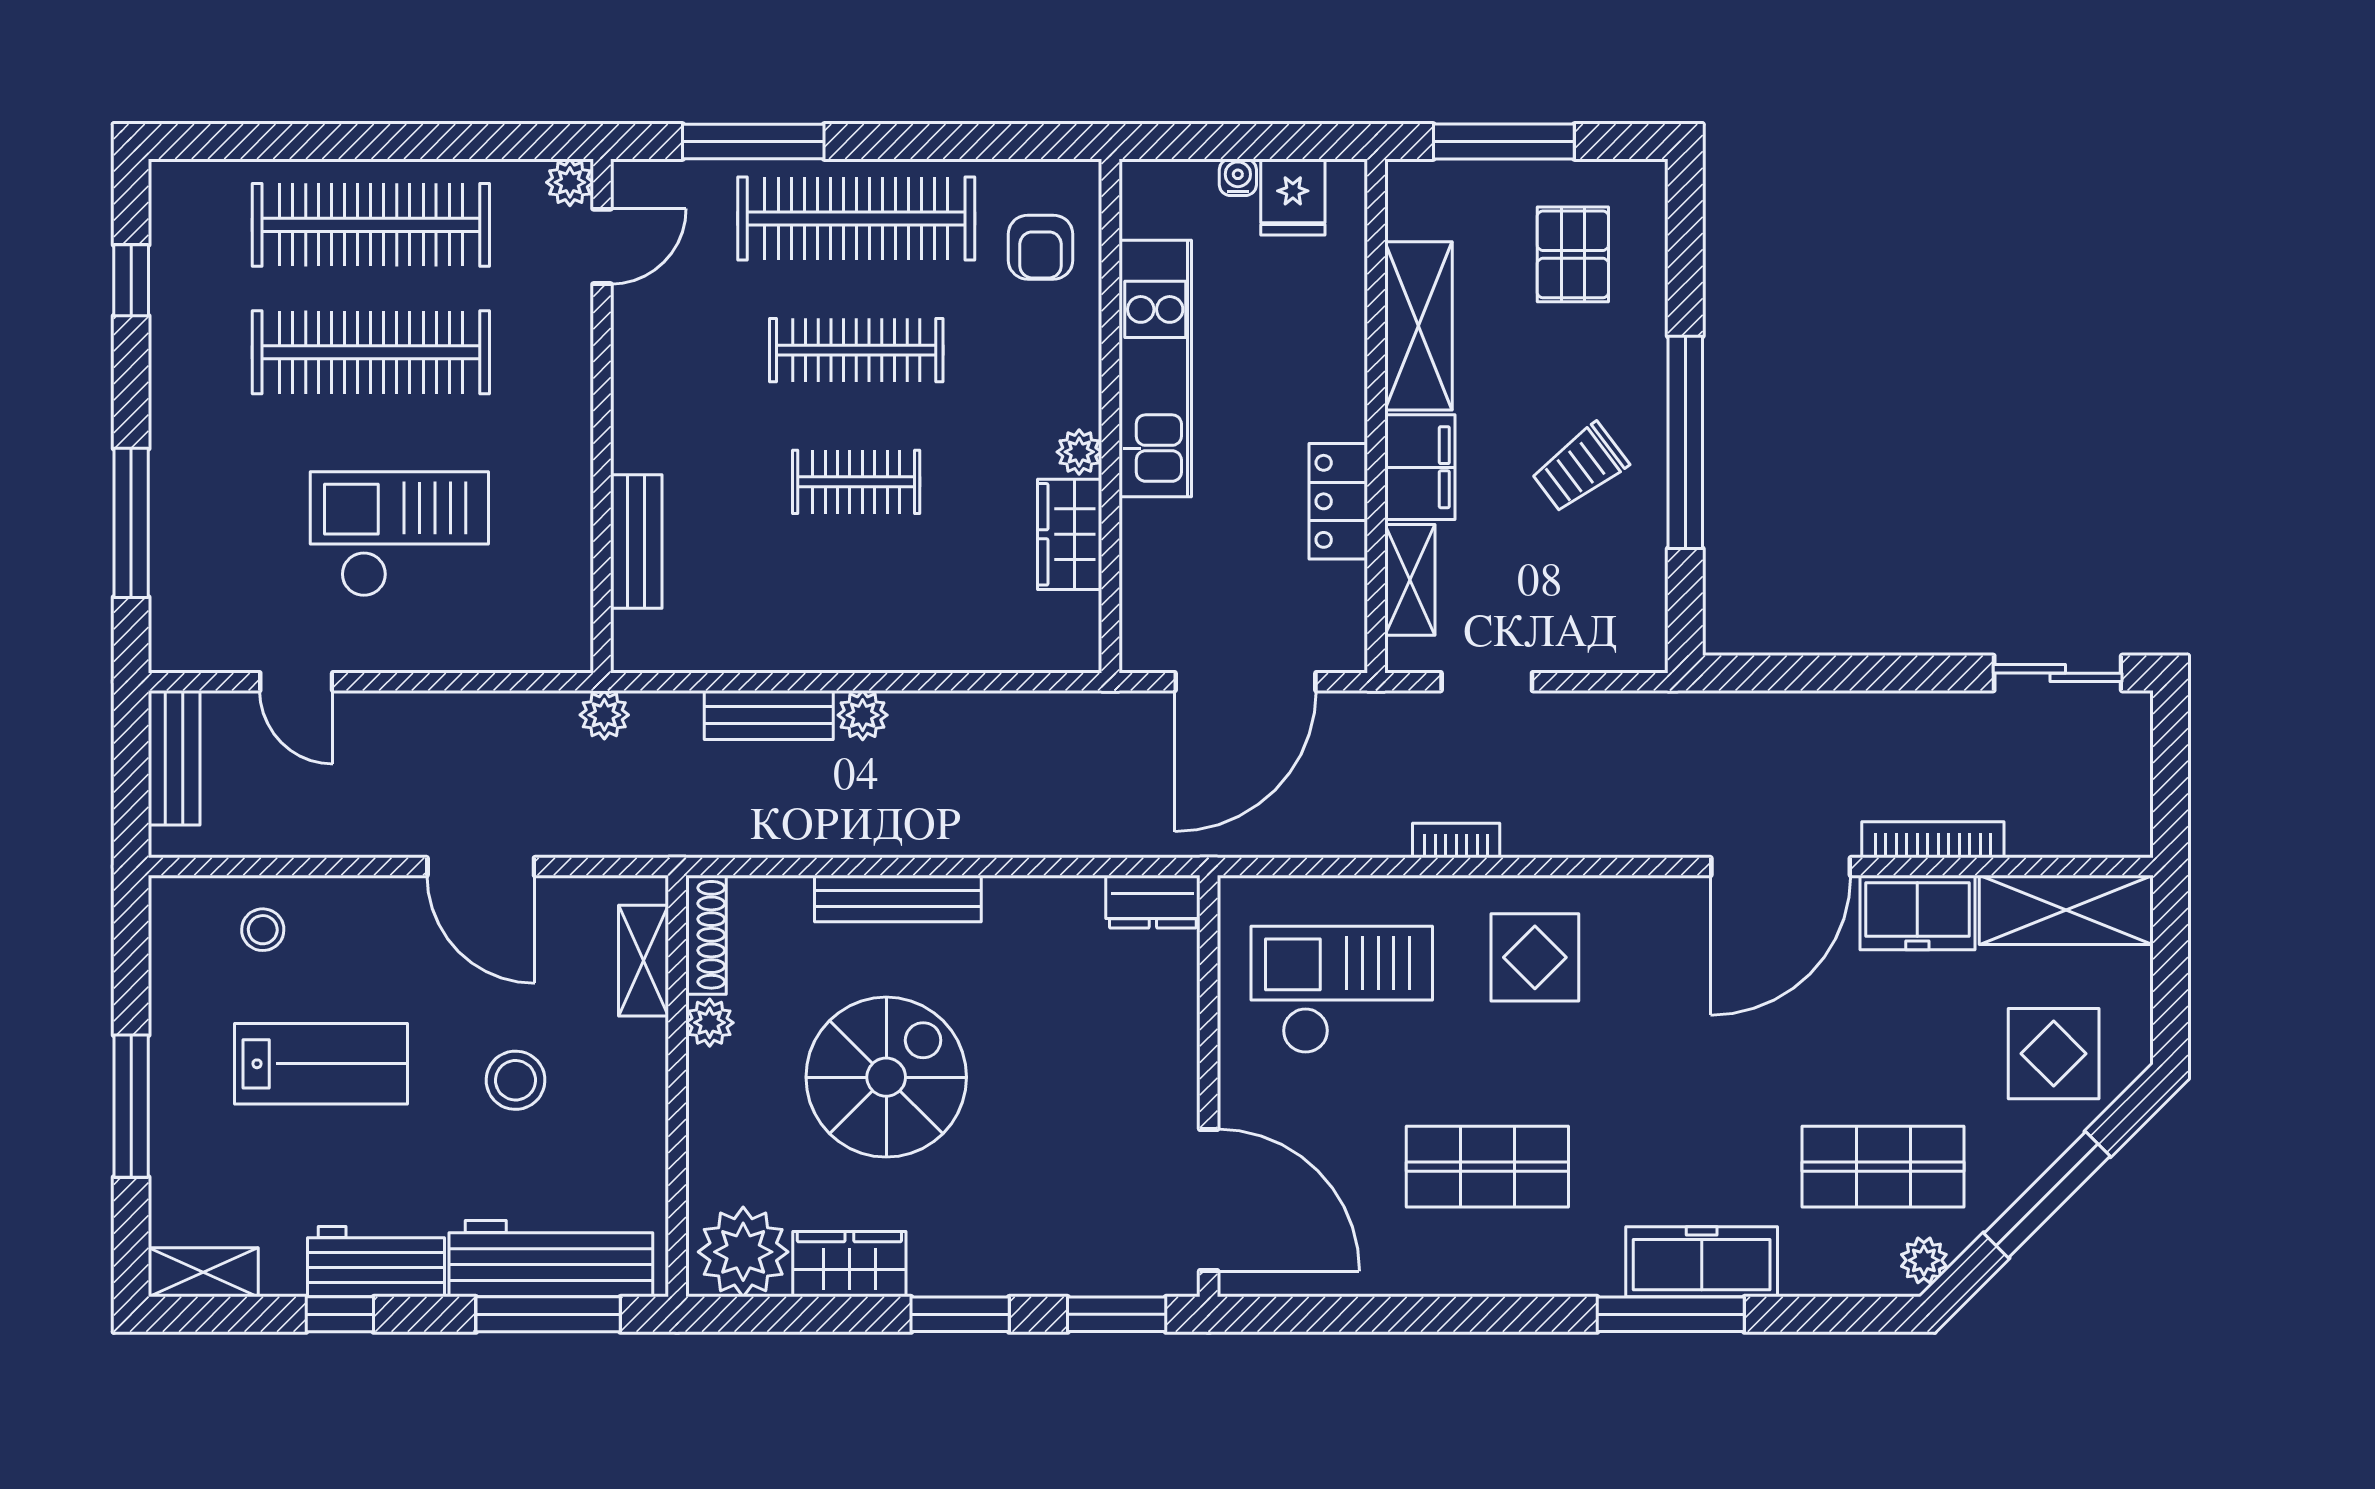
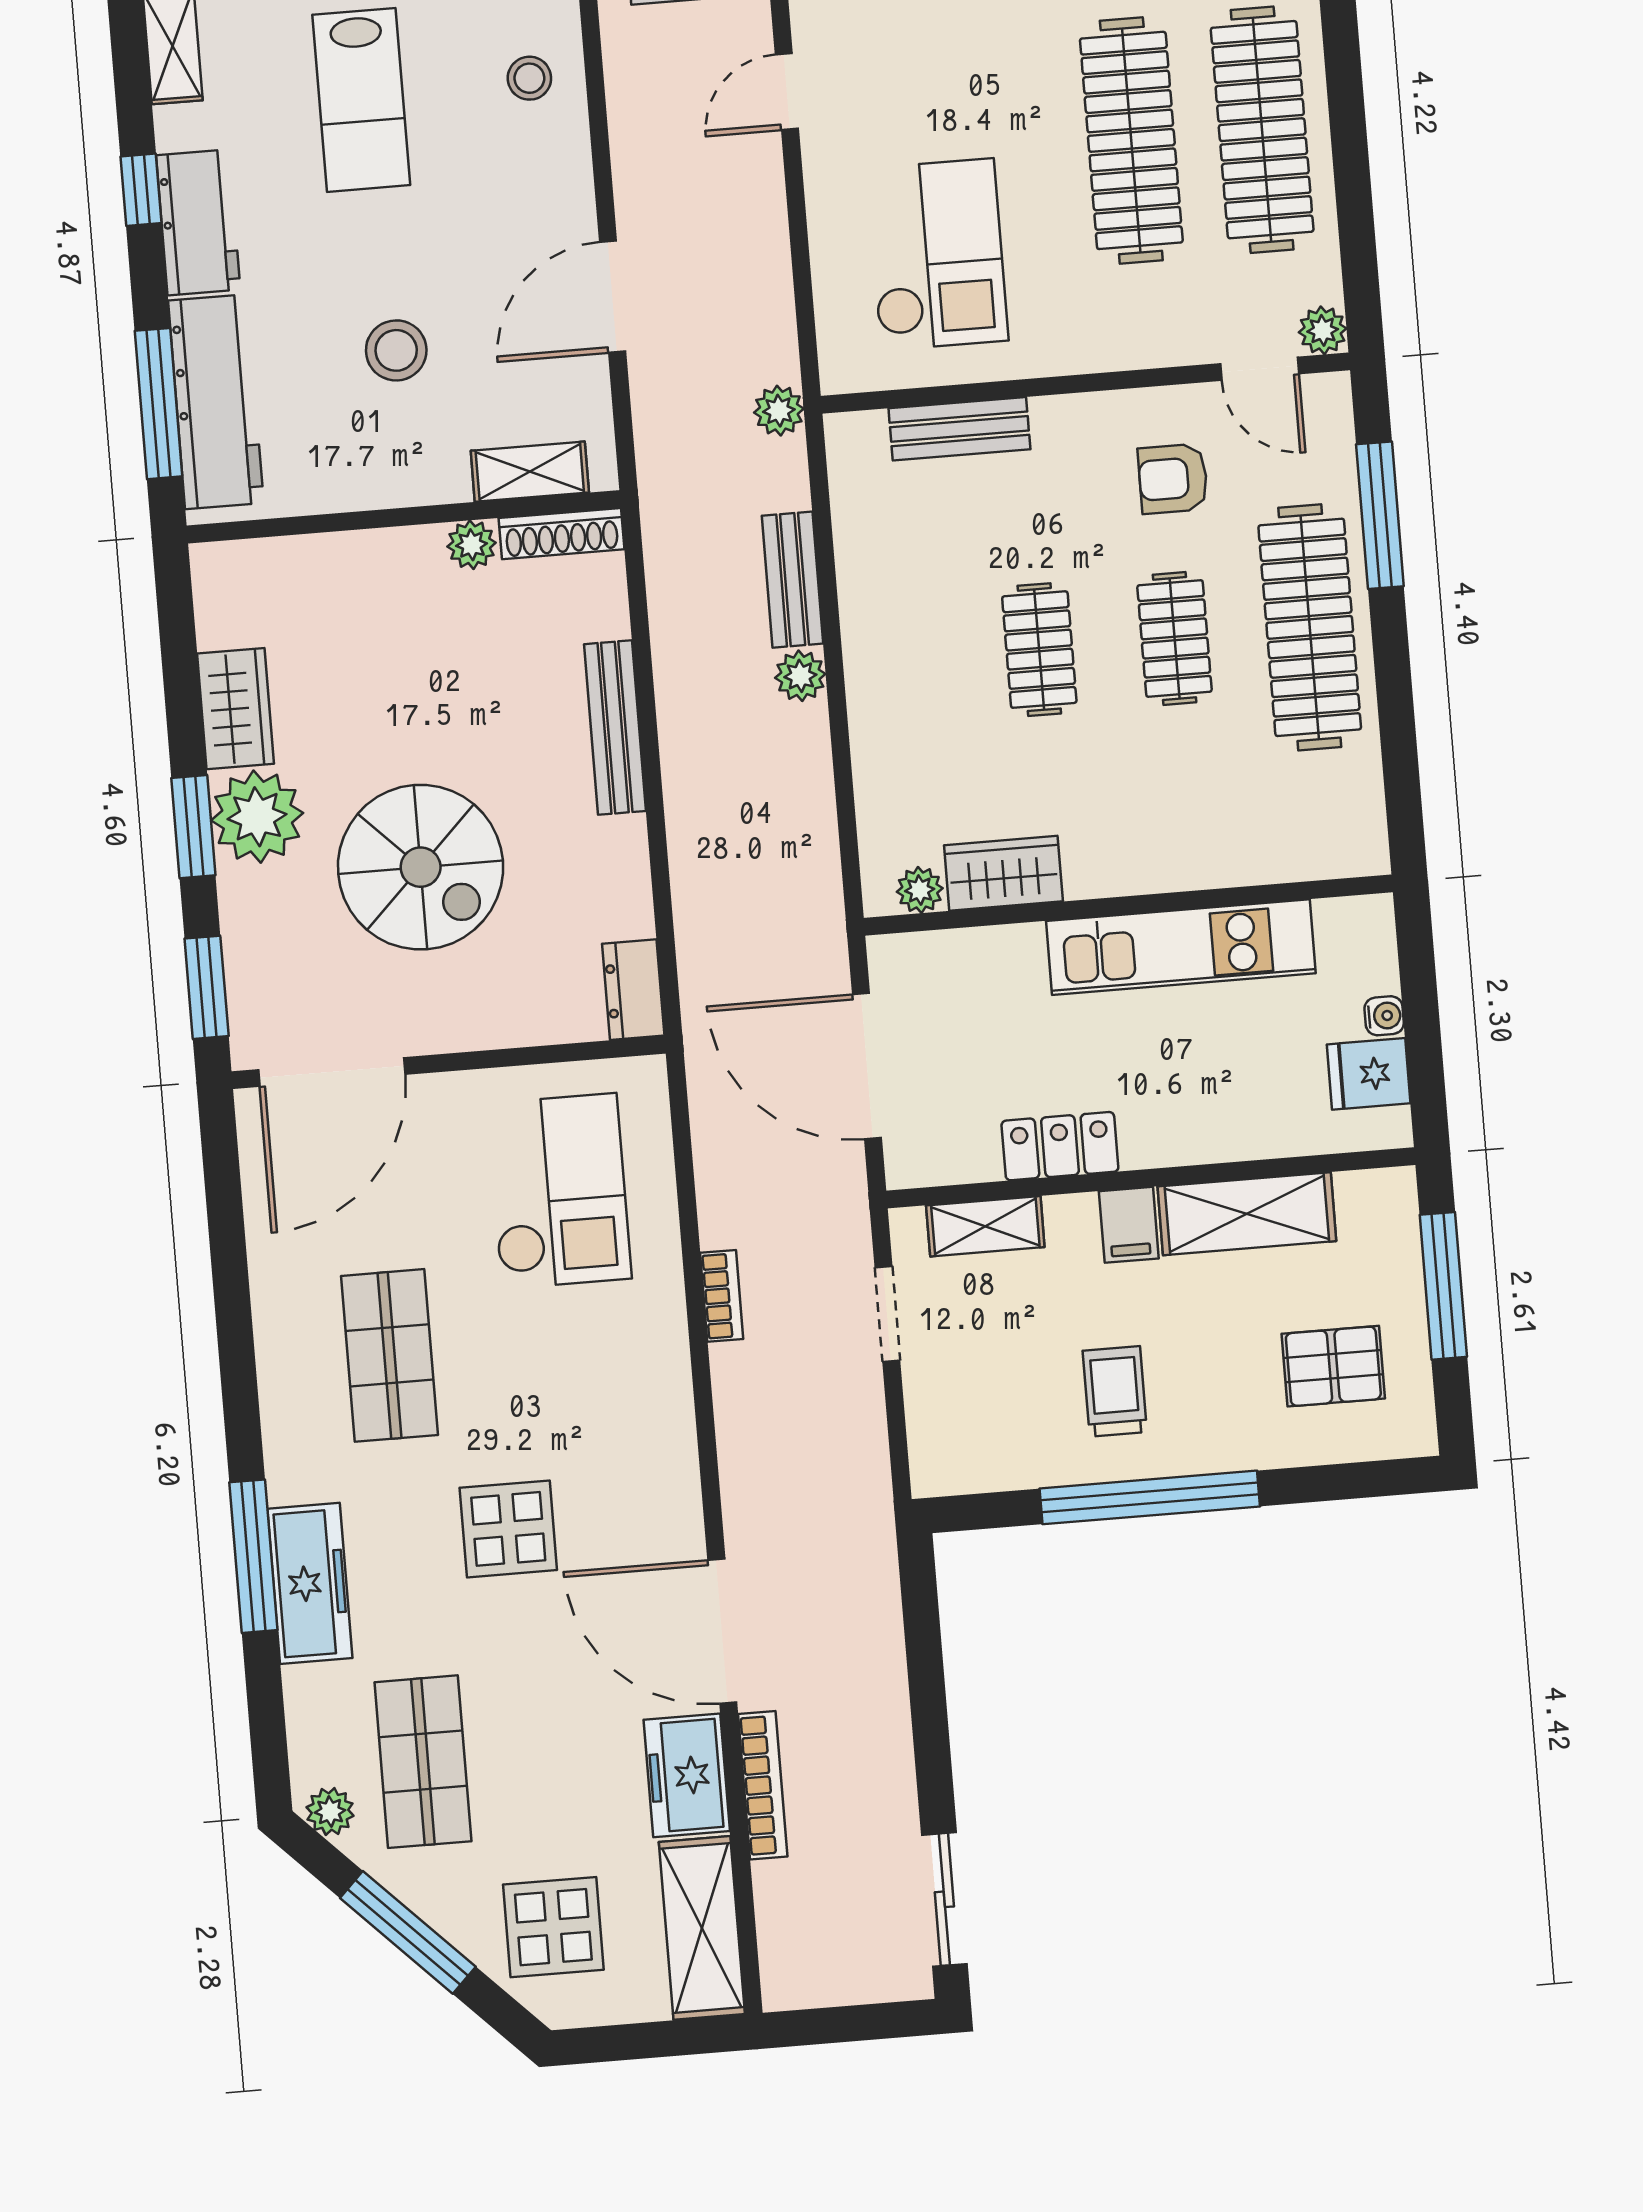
armchair: (1041, 247) -> (1173, 479), moved
clothes rail: (856, 350) -> (1175, 638), width x0.73
plant: (1079, 452) -> (920, 890), moved
filing cabinet: (1420, 467) -> (1129, 1225), width x0.50
trolley: (1580, 468) -> (1115, 1391), turned 37
checkout: (399, 534) -> (937, 254), moved
display table: (1535, 957) -> (508, 1529), moved
lab bench: (321, 1064) -> (361, 100), moved
spiral stairs: (886, 1077) -> (421, 867), moved
plant: (743, 1252) -> (257, 817), moved

